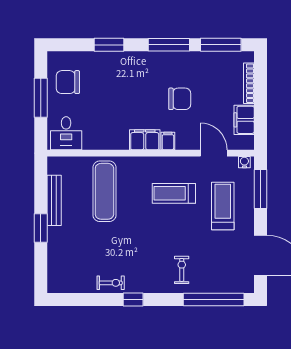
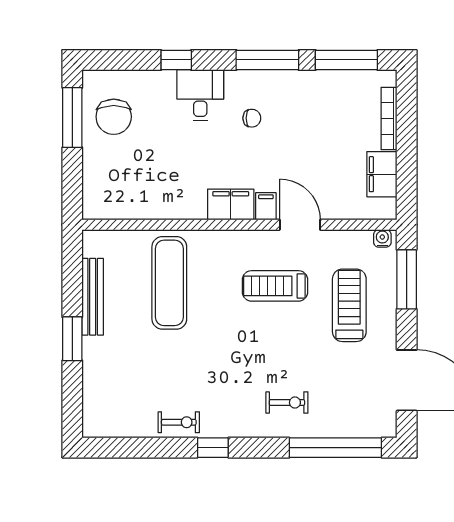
window: (109, 45) -> (176, 60), width x0.67
chair: (68, 82) -> (114, 117), turned -90
window: (41, 98) -> (72, 118), moved
chair: (180, 99) -> (252, 118), moved, width x0.54, depth x0.54
desk: (66, 133) -> (200, 95), moved, turned 180
door: (214, 153) -> (300, 225), moved
exercise bike: (182, 270) -> (287, 403), turned 90

